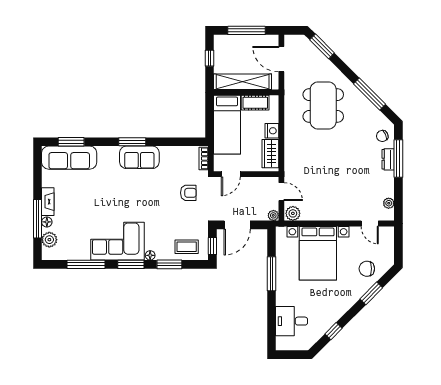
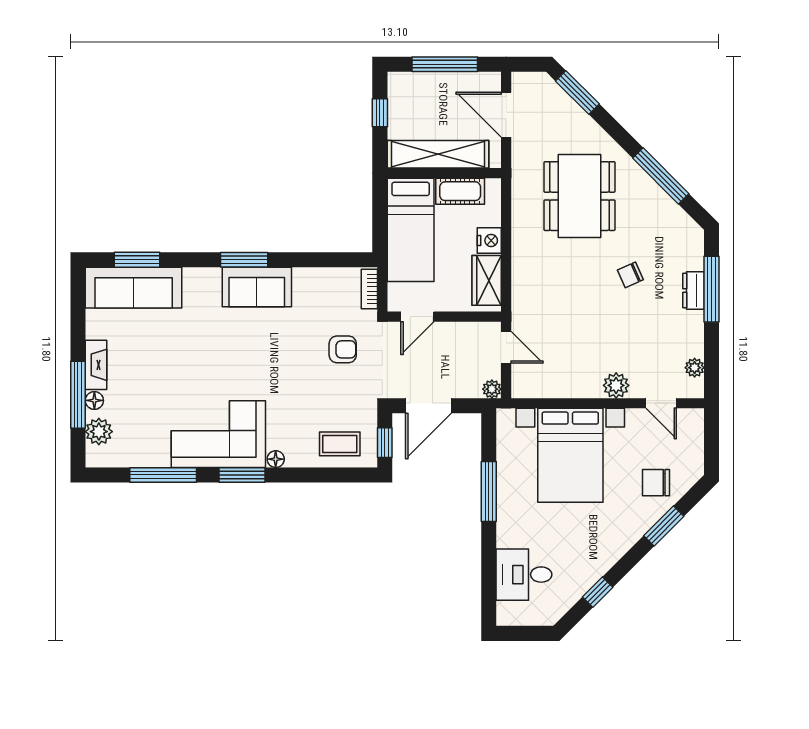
chair: (382, 136) -> (630, 275), moved
plant: (293, 213) -> (616, 385), moved
window: (169, 264) -> (310, 475), removed

